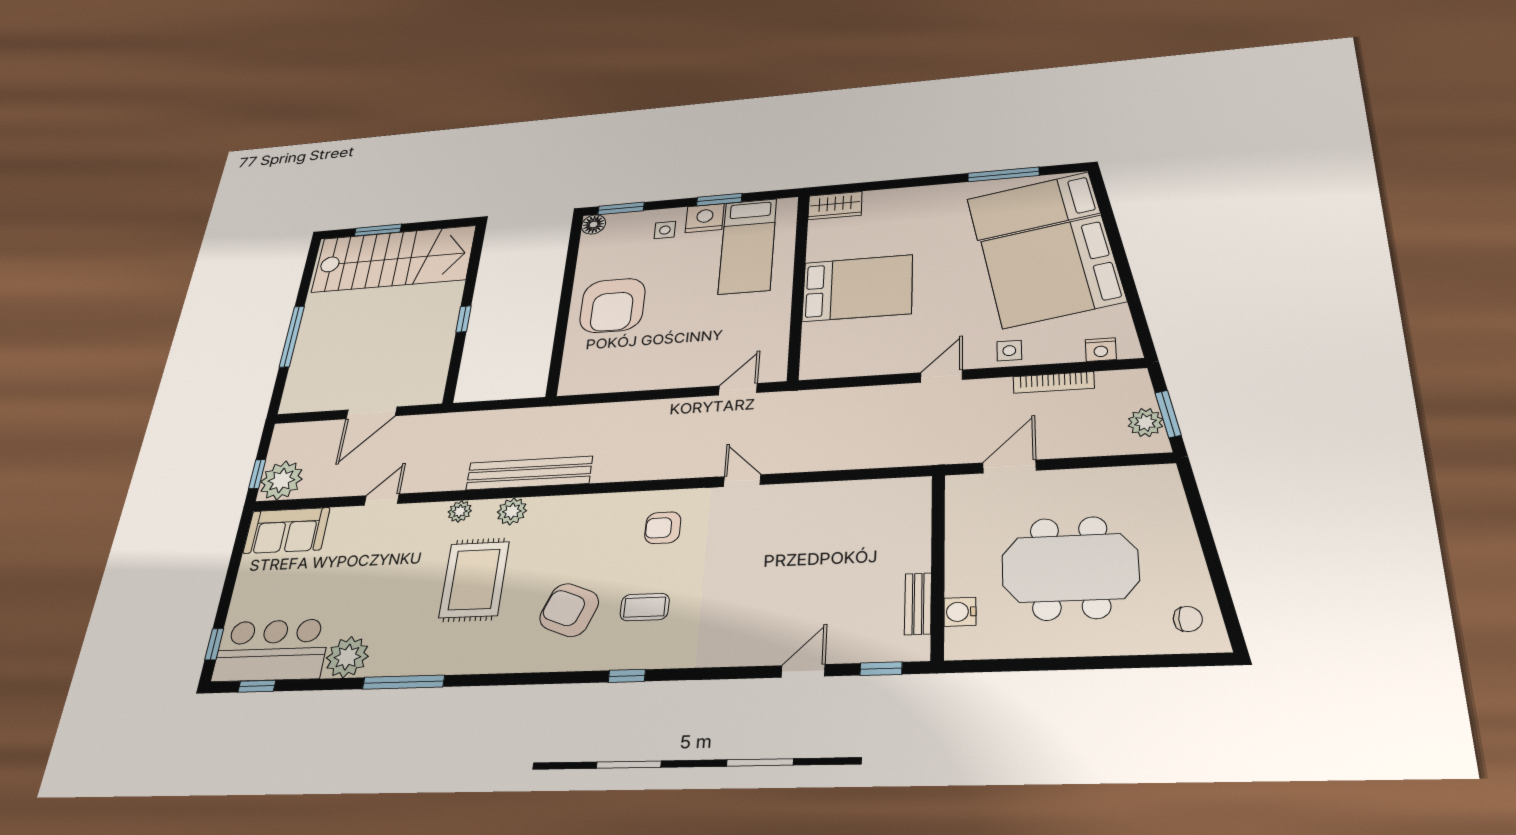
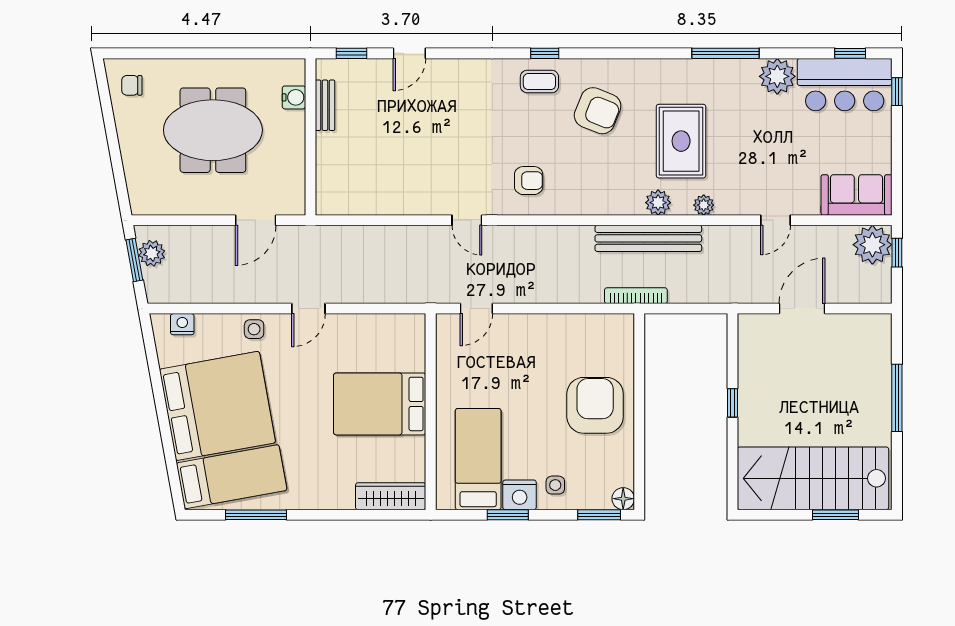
wardrobe: (835, 206) -> (391, 496), width x1.50
bookcase: (1054, 382) -> (636, 296), moved
coffee table: (645, 607) -> (539, 82), moved

